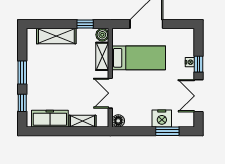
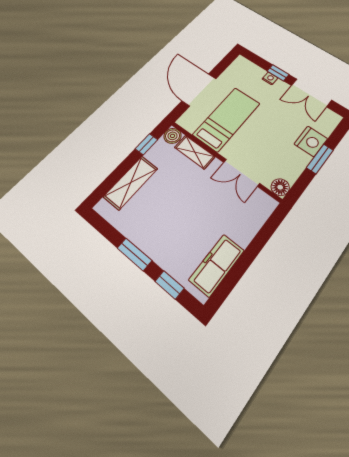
shelving: (82, 121) -> (250, 227), removed
window: (167, 131) -> (320, 159), moved

